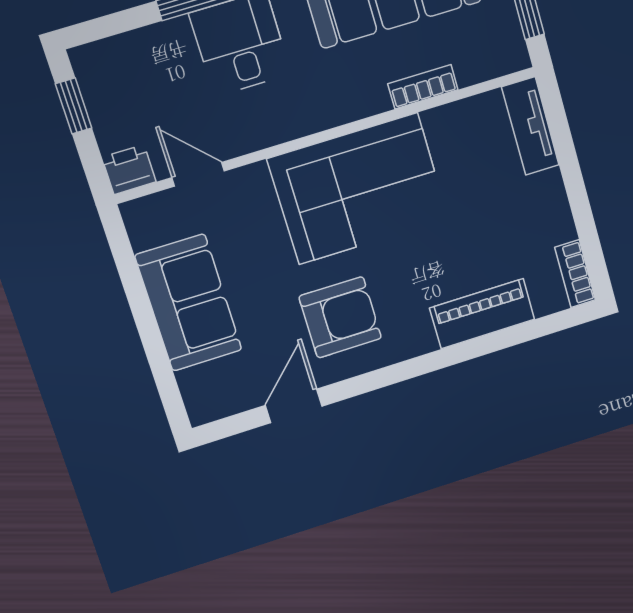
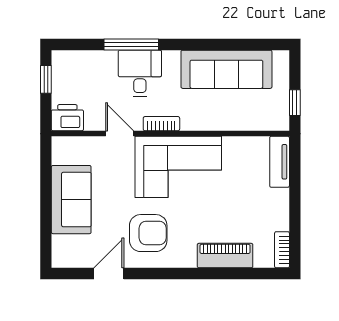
bookcase: (423, 87) -> (161, 124), moved
printer: (129, 170) -> (67, 118), width x1.36, depth x1.24
door: (198, 174) -> (120, 134), moved

